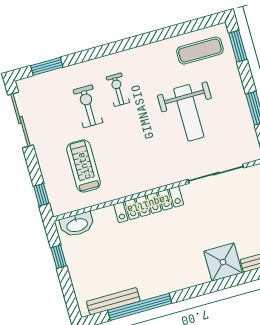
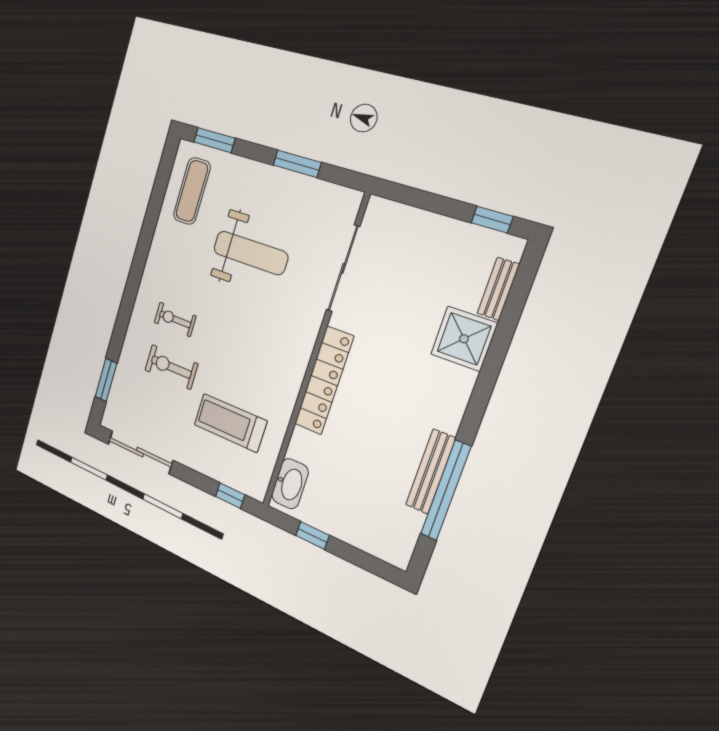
bench: (113, 301) -> (431, 472), moved

